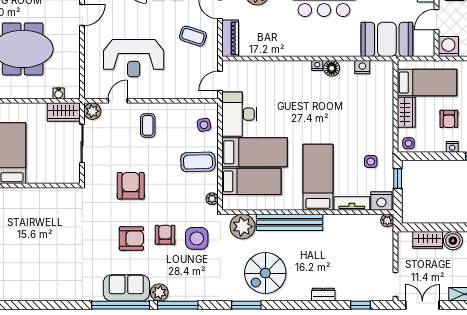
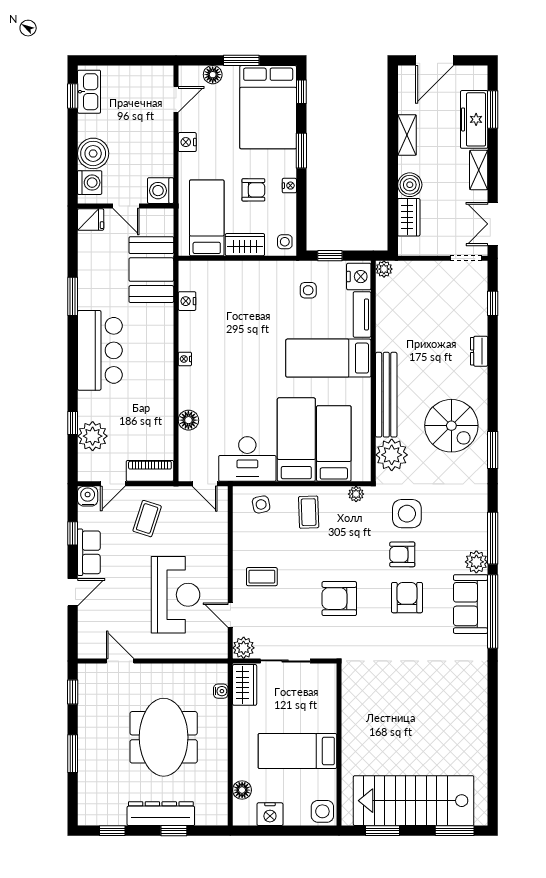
floor lamp: (332, 68) -> (188, 420), moved
coffee table: (198, 162) -> (309, 512), width x0.73, depth x0.77

